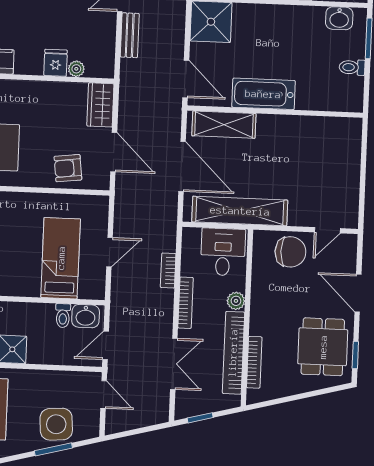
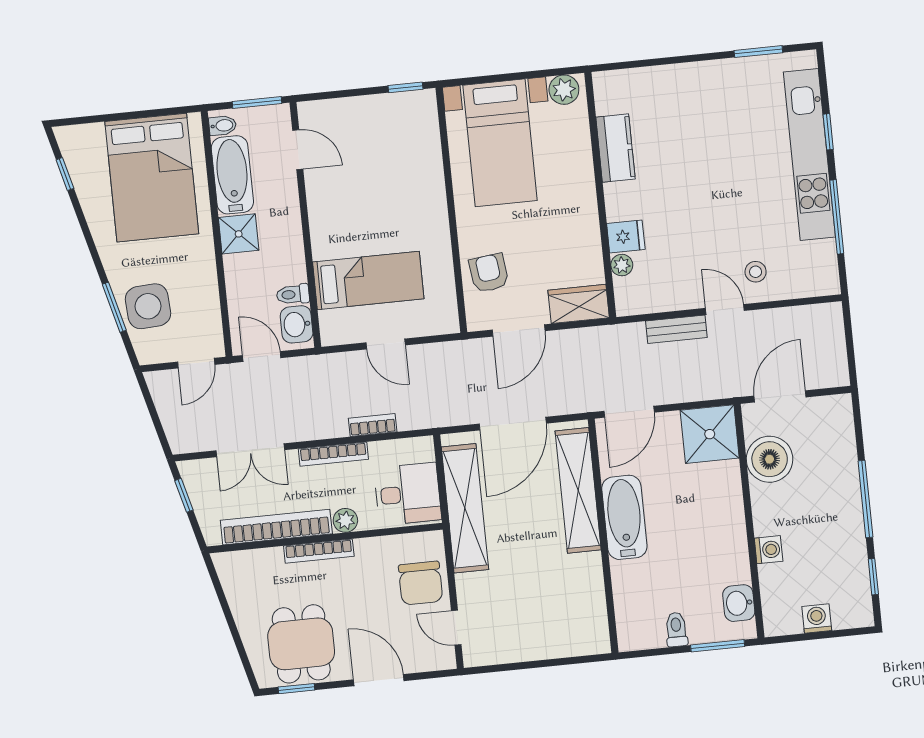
shelving: (224, 125) -> (578, 490), width x1.47
door: (358, 293) -> (379, 680), hinge flipped
dining table: (323, 347) -> (301, 644), turned 90
bookcase: (254, 362) -> (319, 551), moved

